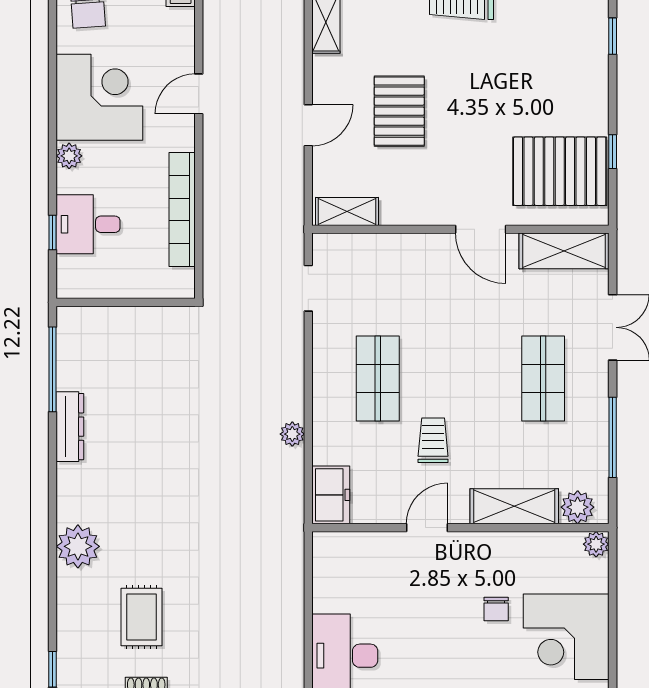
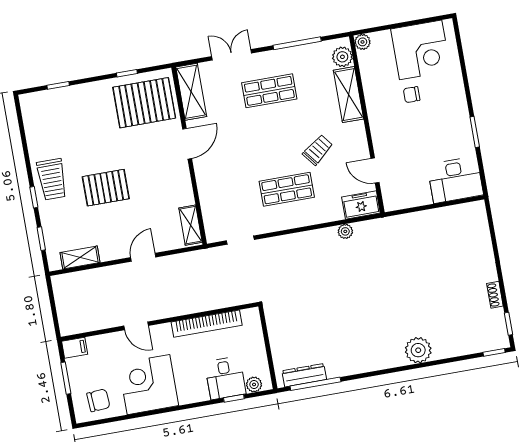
pallet: (399, 111) -> (106, 188), moved
door: (308, 125) -> (143, 257), hinge flipped
plant: (69, 156) -> (254, 384), moved
pallet: (560, 171) -> (144, 103), turned 90
dresser: (70, 427) -> (304, 375), moved
plant: (292, 434) -> (345, 231), moved
trolley: (433, 440) -> (318, 150), turned 142
door: (427, 528) -> (375, 170), moved
chair: (496, 609) -> (412, 95), turned 180
rug: (141, 617) -> (454, 305), removed

